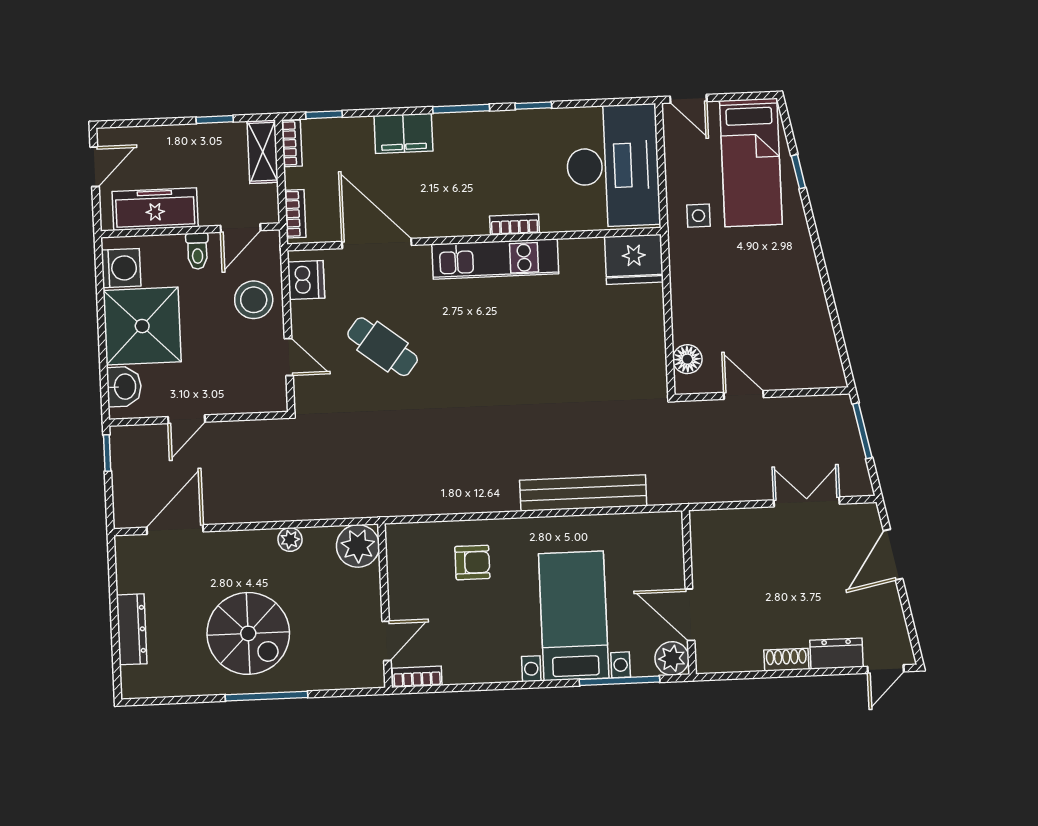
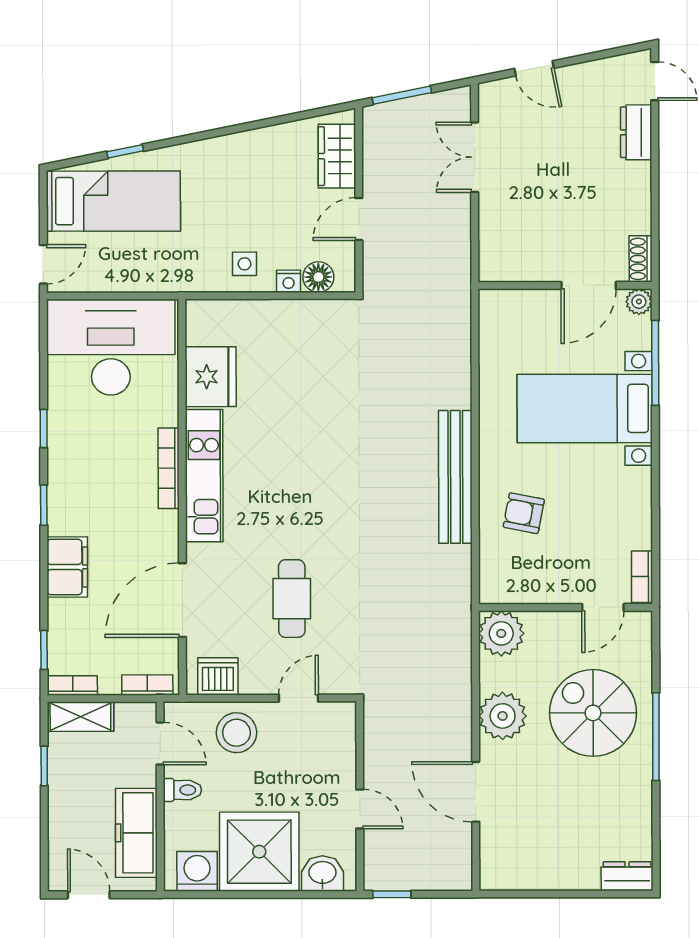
window: (461, 109) -> (44, 505), width x0.67
side table: (698, 216) -> (245, 264), moved
bookcase: (514, 225) -> (169, 468), width x1.56
fridge: (634, 259) -> (211, 377), moved
nightstand: (682, 331) -> (289, 281), added
cafe table: (383, 347) -> (292, 599), turned -38
wardrobe: (802, 372) -> (337, 156), added
bench: (583, 493) -> (455, 477), moved
door: (175, 530) -> (476, 792), moved
plant: (290, 540) -> (503, 716), width x1.88, depth x1.88
door: (893, 555) -> (534, 68), width x0.73
armchair: (472, 562) -> (524, 513), turned -79
dresser: (132, 629) -> (627, 876), moved, width x0.70
spiral stairs: (248, 633) -> (593, 713), moved, turned -90
door: (387, 641) -> (603, 607), swing flipped
plant: (672, 658) -> (639, 302), width x0.73, depth x0.73
shoe rack: (786, 660) -> (641, 259), moved

